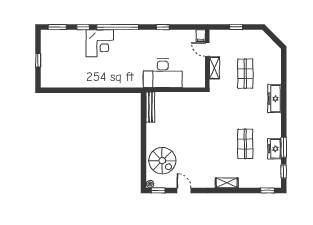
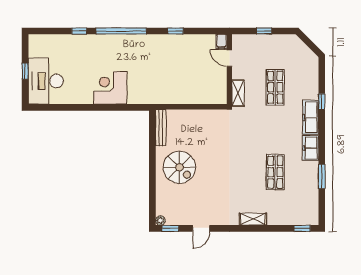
window: (57, 27) -> (48, 31), removed
corner desk: (100, 43) -> (110, 88), moved, turned 180
shelving: (214, 68) -> (238, 93), moved
desk: (163, 73) -> (46, 81), moved, turned 90
freezer: (274, 149) -> (311, 148), moved
spiral stairs: (162, 161) -> (179, 167), moved
window: (284, 171) -> (322, 102), moved
door: (184, 190) -> (201, 228), swing flipped

